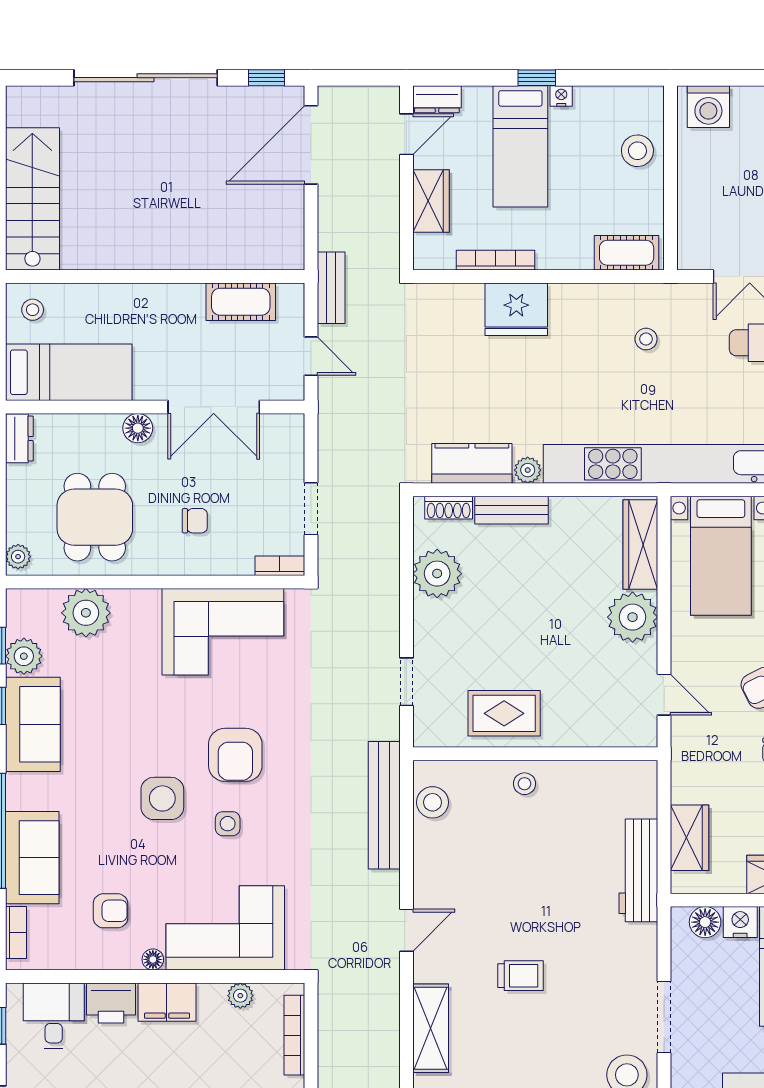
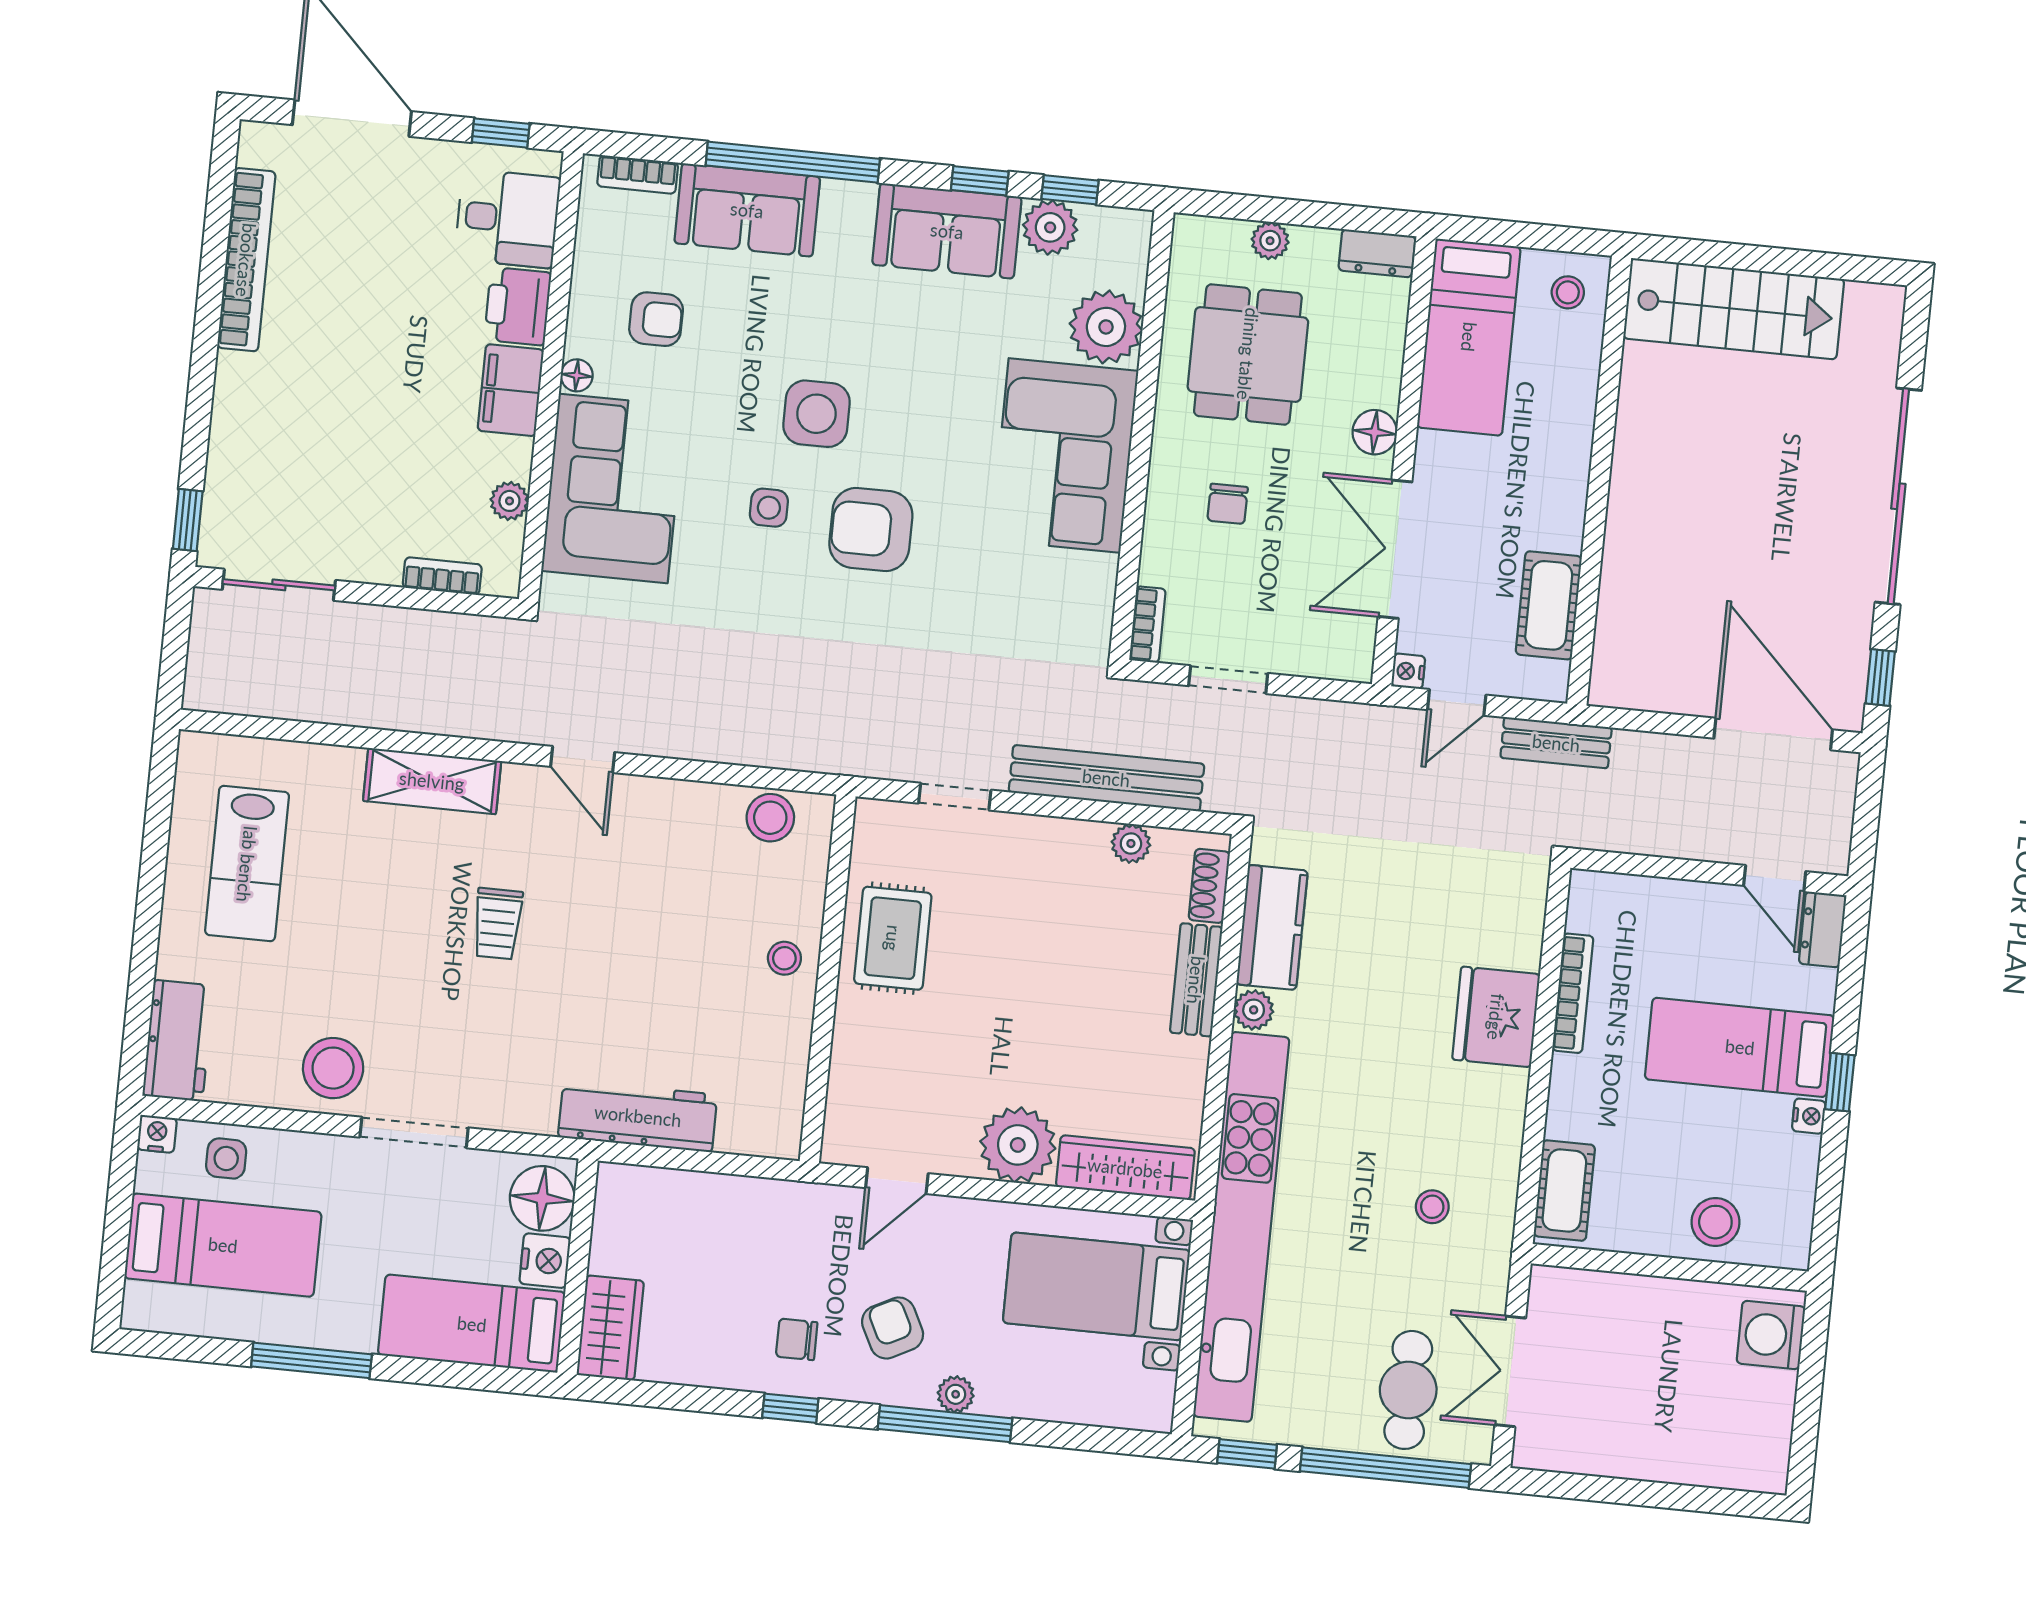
wardrobe: (431, 201) -> (1671, 905), removed
nightstand: (294, 390) -> (1408, 671), added
dining table: (95, 517) -> (1248, 354), turned 90
plant: (18, 557) -> (1270, 241), moved
plant: (437, 574) -> (1131, 844), width x0.53, depth x0.53
corner sofa: (223, 632) -> (1065, 455), moved
bench: (384, 805) -> (1106, 778), moved
wardrobe: (690, 838) -> (679, 1197), removed
armchair: (110, 911) -> (656, 319), turned -90
floor lamp: (705, 922) -> (542, 1198), width x1.38, depth x1.38
bookcase: (294, 1035) -> (442, 576), width x0.64

